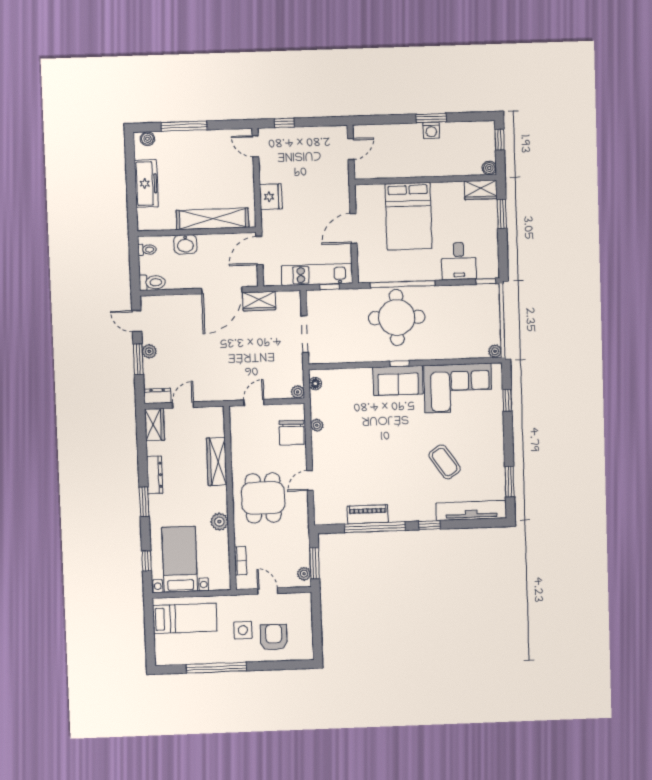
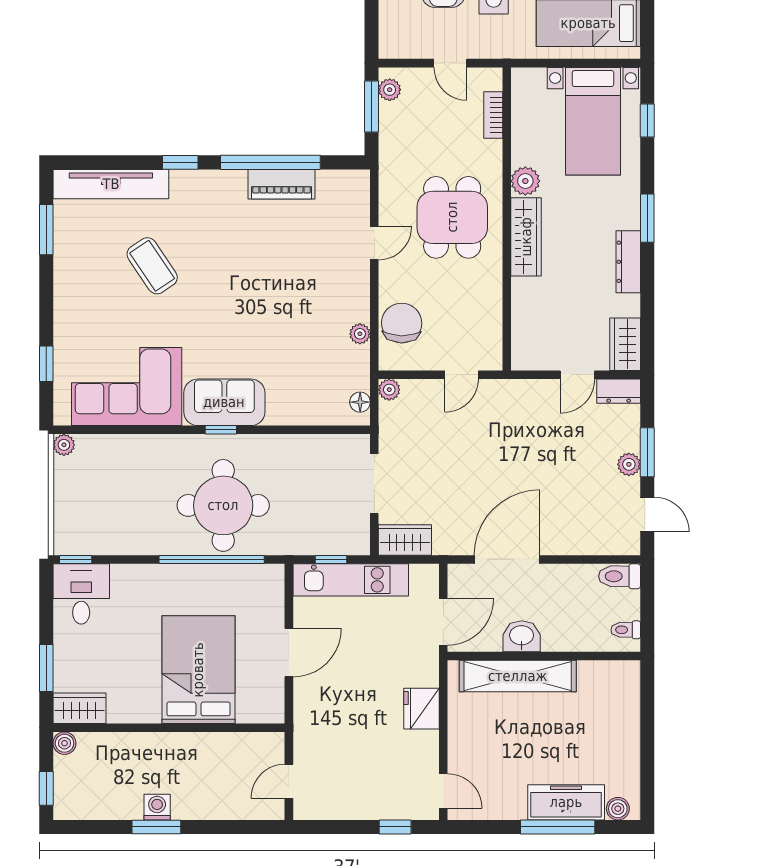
freezer: (146, 184) -> (566, 802), moved, turned 90
washbasin: (185, 244) -> (522, 636), moved
desk: (459, 261) -> (81, 594), moved
wardrobe: (259, 301) -> (405, 540), moved
wardrobe: (217, 462) -> (526, 237), moved

